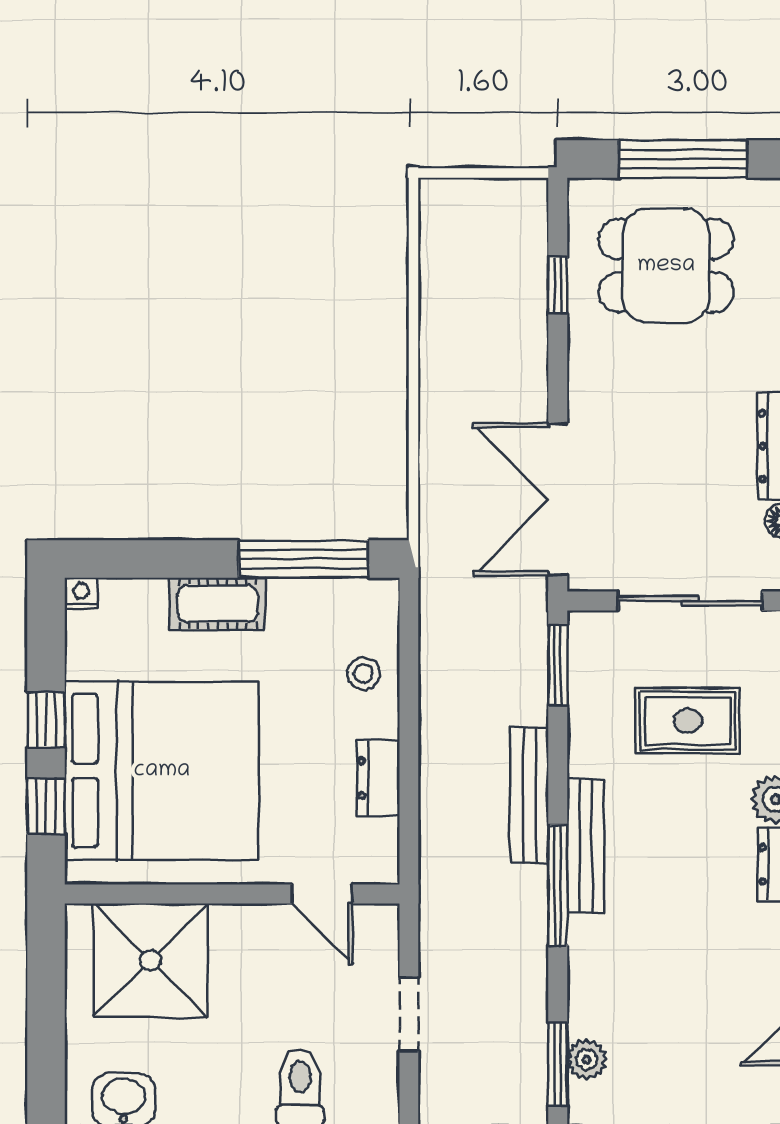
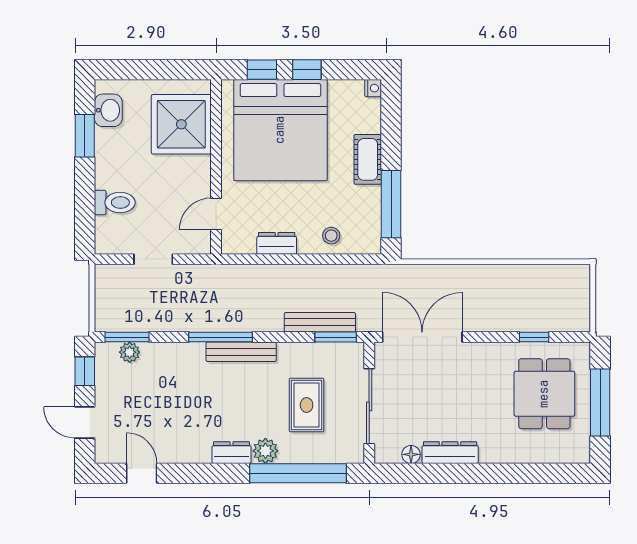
bench: (529, 795) -> (320, 322), moved

